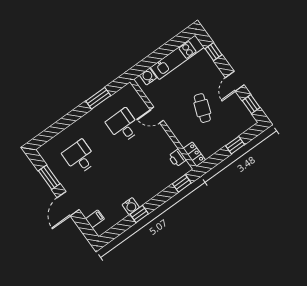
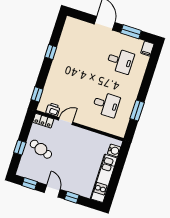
window: (214, 52) -> (72, 197), moved
cafe table: (202, 108) -> (41, 149), moved
door: (157, 115) -> (66, 121), moved
water cooler: (131, 206) -> (61, 53), removed
filing cabinet: (95, 219) -> (147, 49), moved

